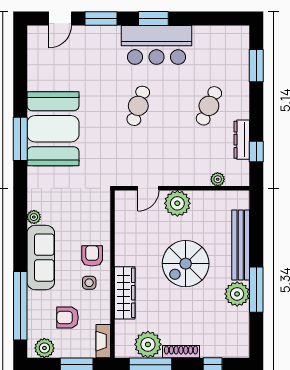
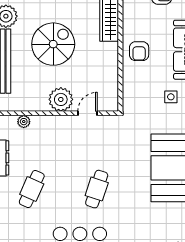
side table: (89, 283) -> (171, 97), moved

